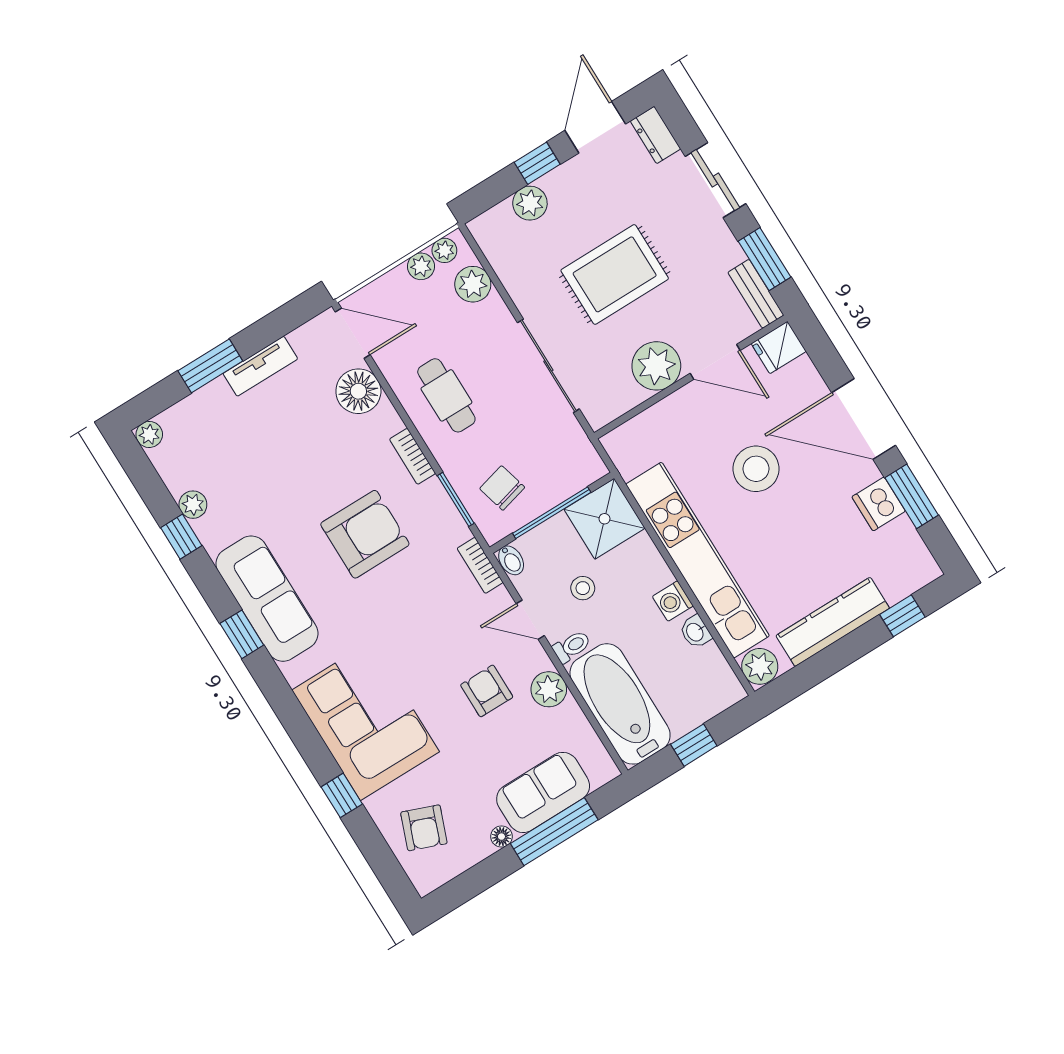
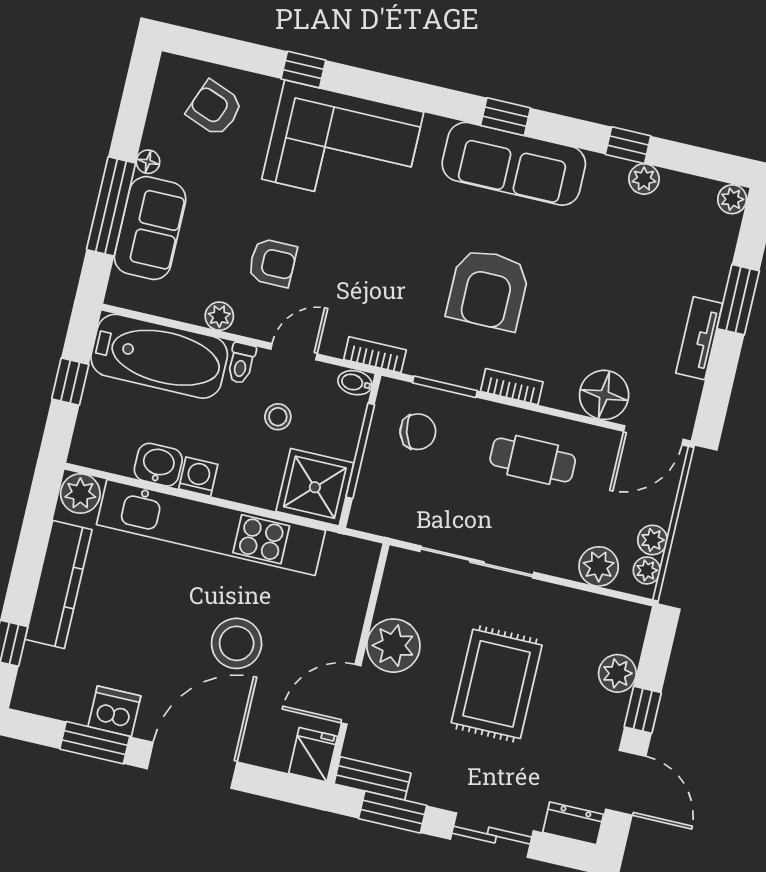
washbasin: (695, 632) -> (158, 465), width x1.38, depth x1.45
plant: (549, 689) -> (219, 316), width x0.73, depth x0.73

